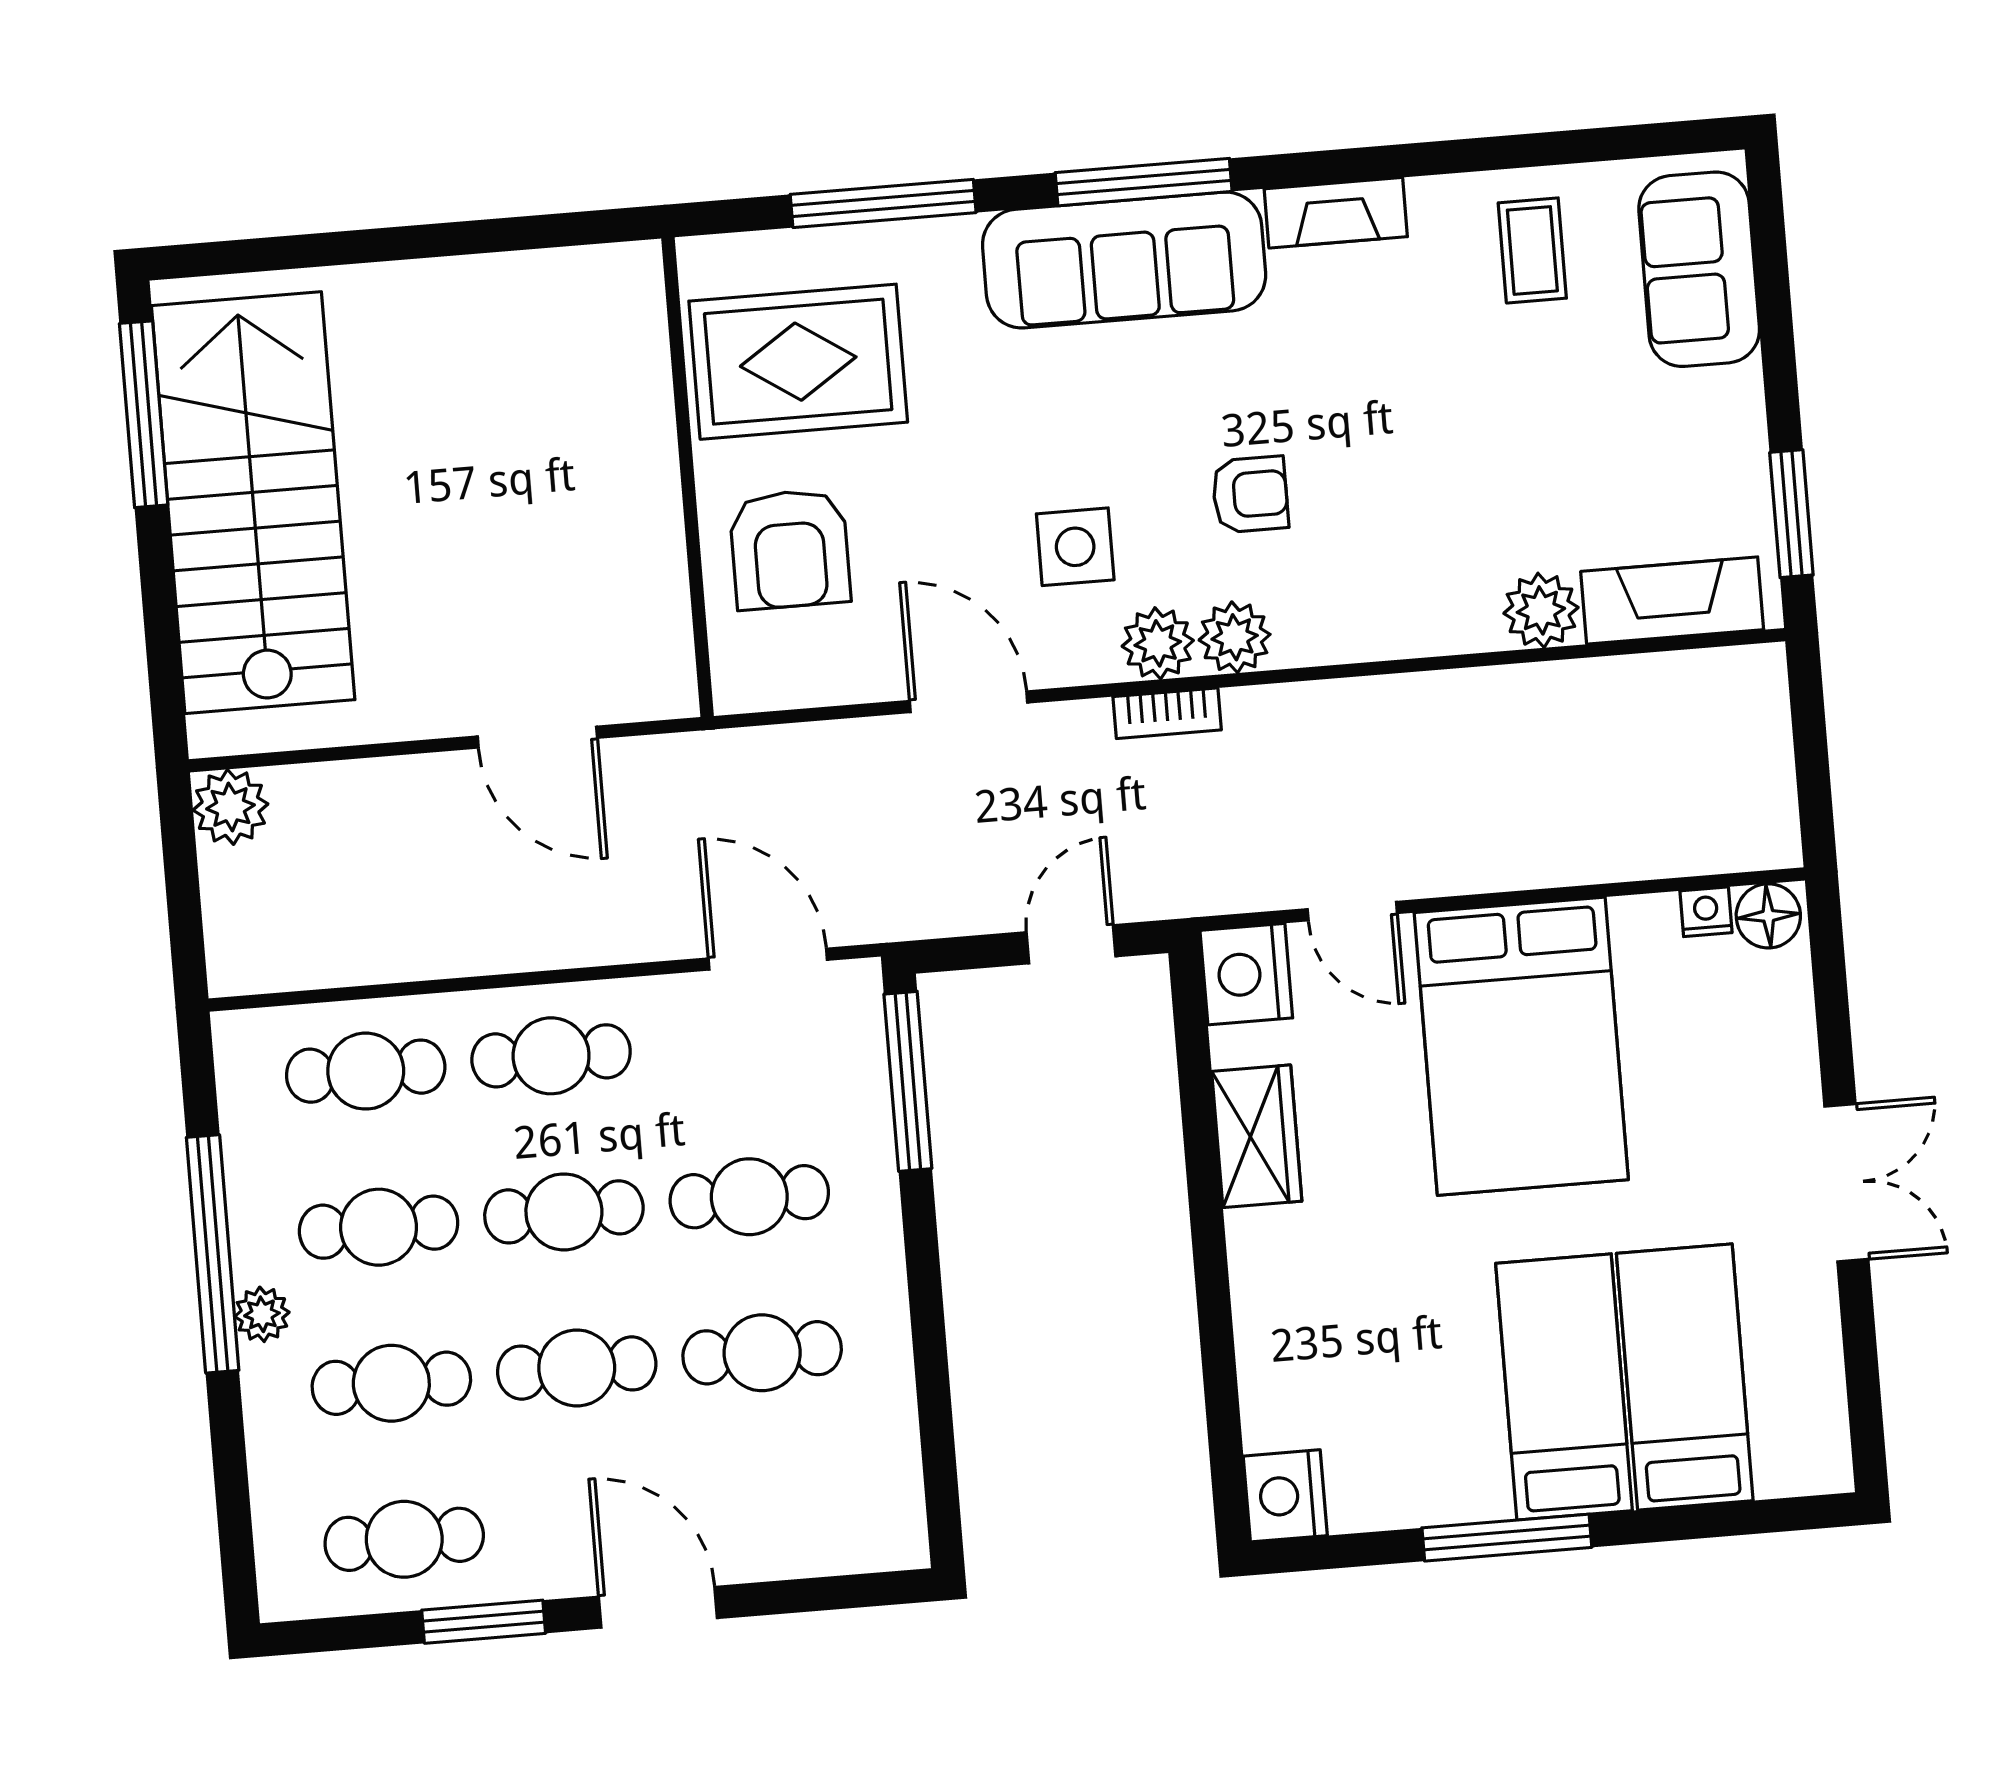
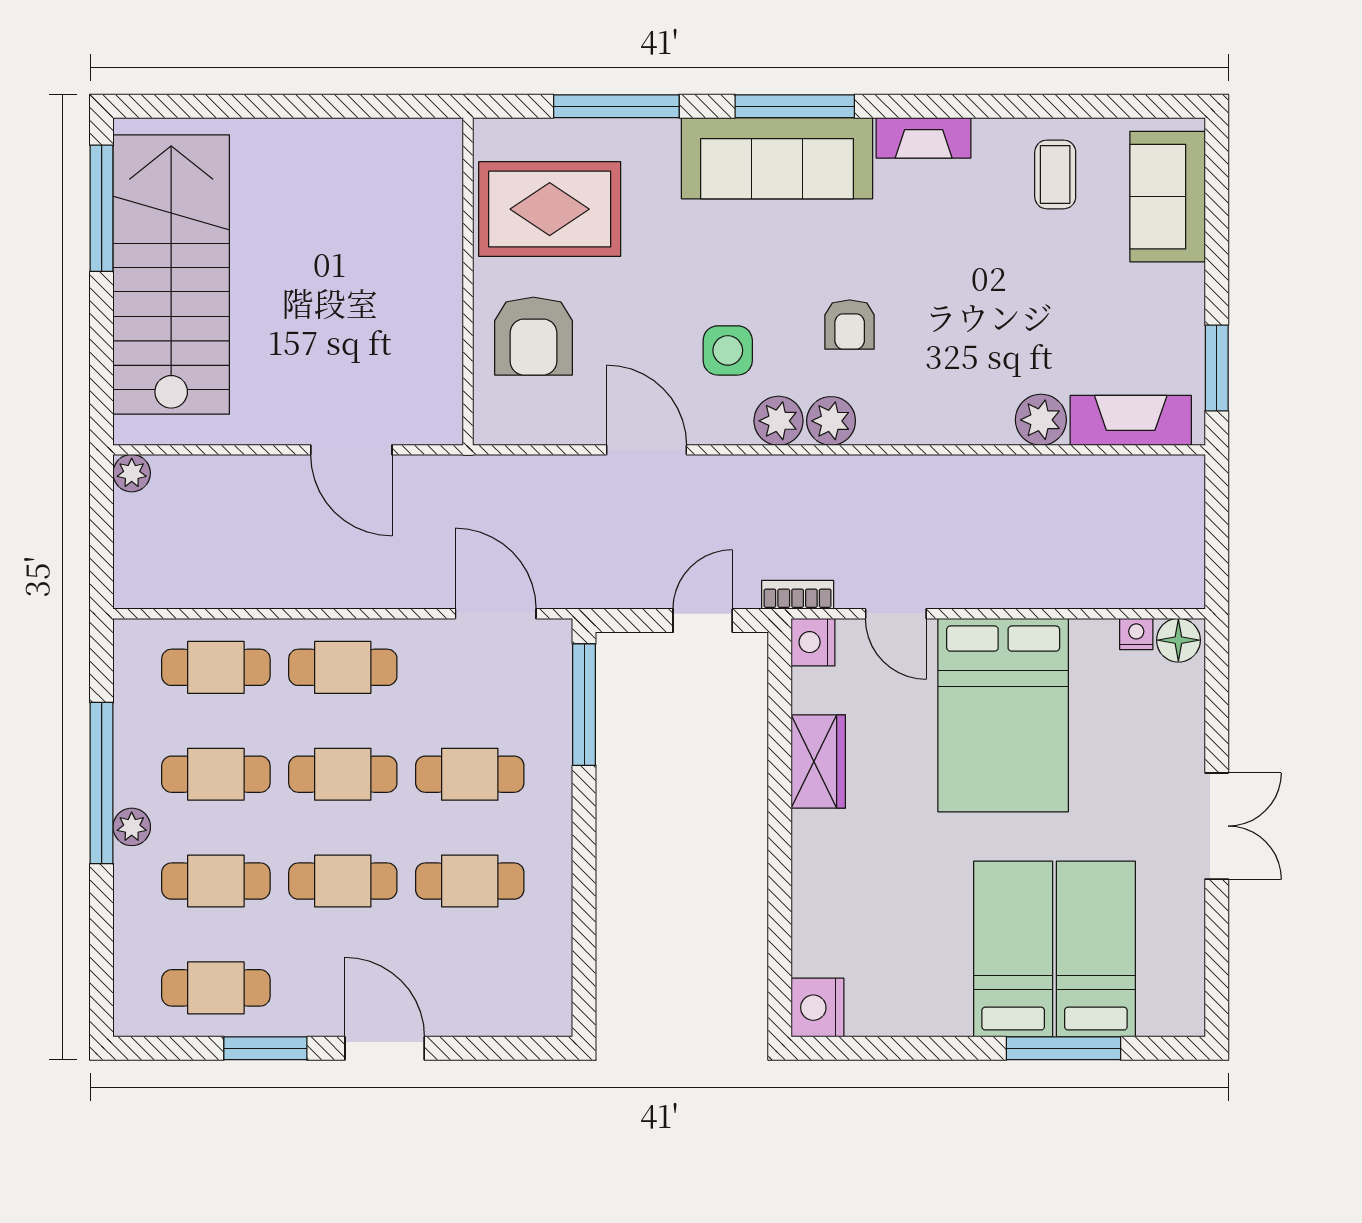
armchair: (1250, 494) -> (850, 325), turned 90
bookcase: (1167, 713) -> (798, 595), moved, turned 180
plant: (230, 807) -> (132, 473), width x0.73, depth x0.73
nightstand: (1246, 974) -> (813, 642), width x0.74, depth x0.75
window: (1507, 1538) -> (1063, 1048), moved

